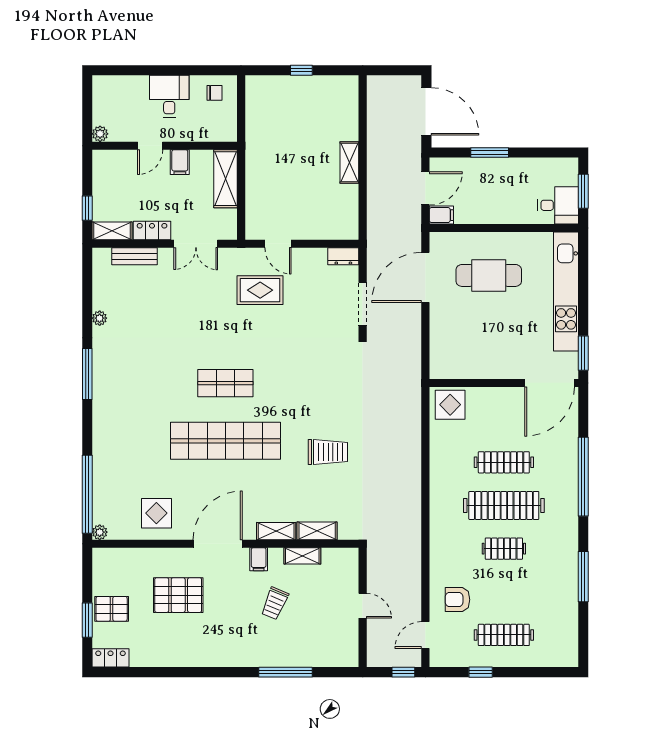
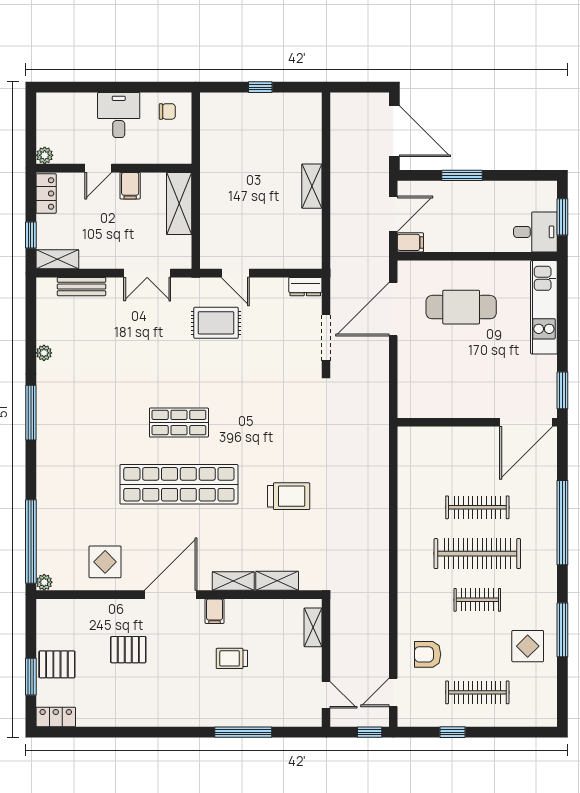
locker: (152, 230) -> (46, 193), moved, turned 90
kitchen unit: (566, 292) -> (544, 307), width x0.73
display table: (450, 405) -> (528, 646), moved
shelving: (302, 556) -> (313, 627), moved, turned 90
pallet: (178, 595) -> (128, 650), width x0.67, depth x0.71
trolley: (275, 603) -> (232, 658), turned 67
door: (363, 606) -> (326, 695), moved

